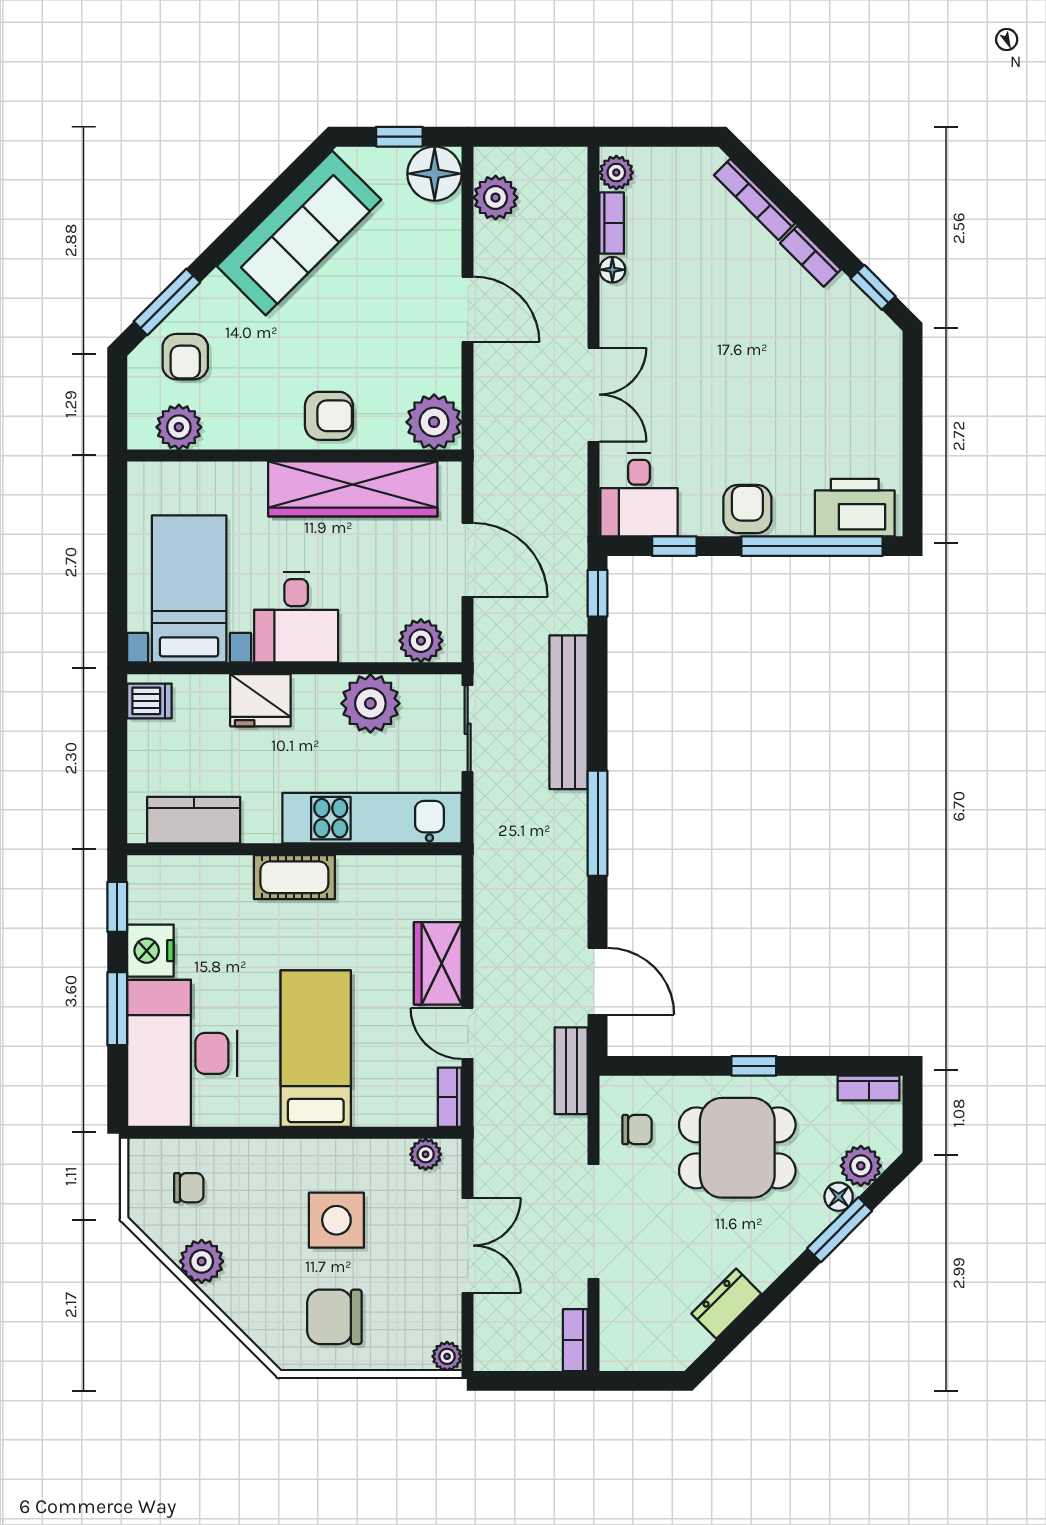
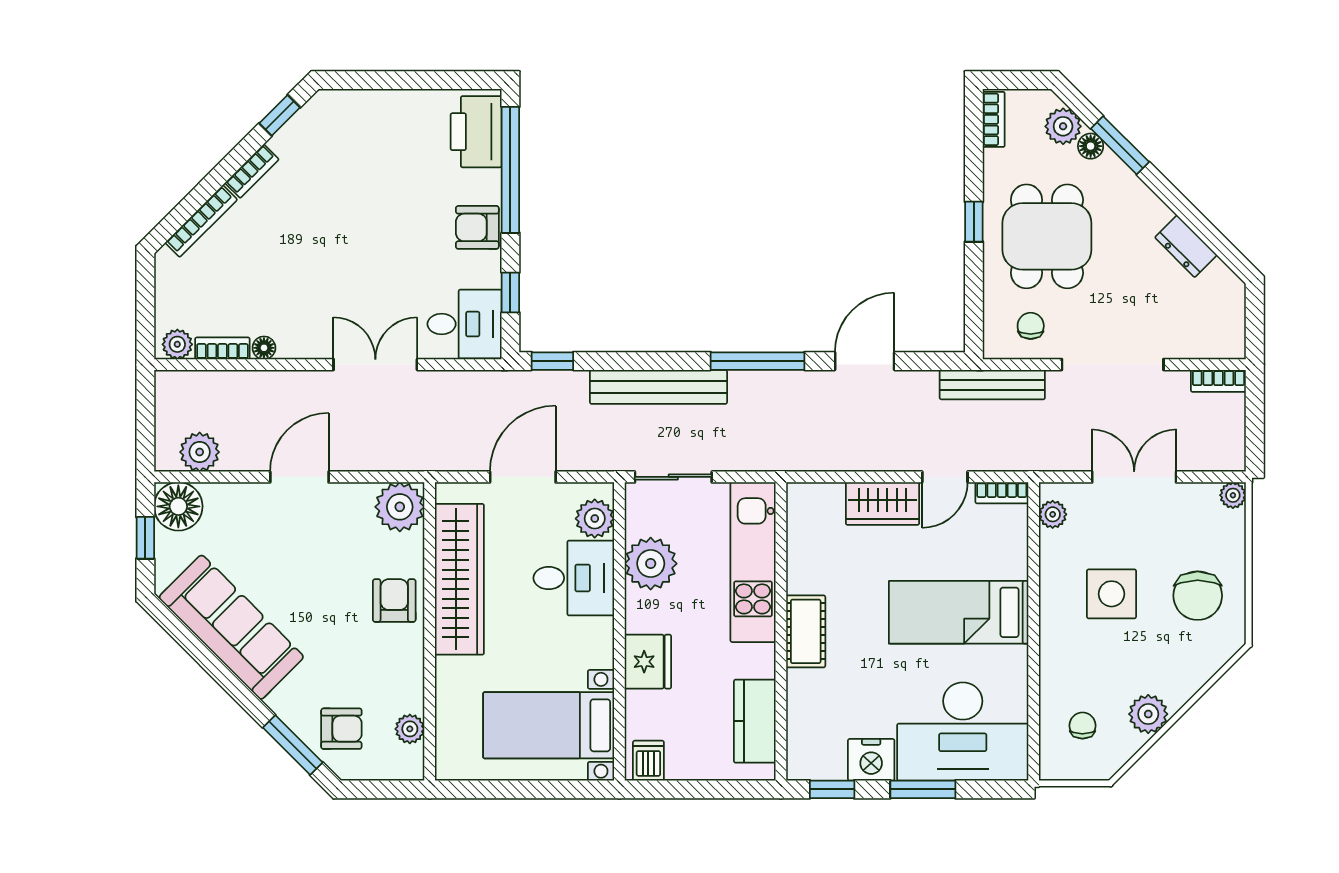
plant: (179, 427) -> (410, 729), width x0.73, depth x0.73
desk: (296, 617) -> (574, 578), moved
door: (598, 981) -> (865, 361), moved
bench: (571, 1071) -> (992, 385), width x1.36

